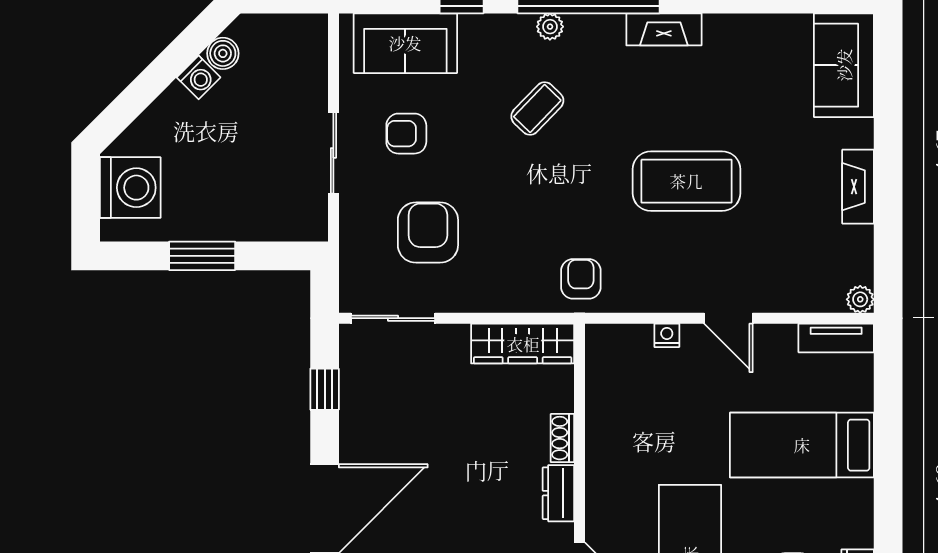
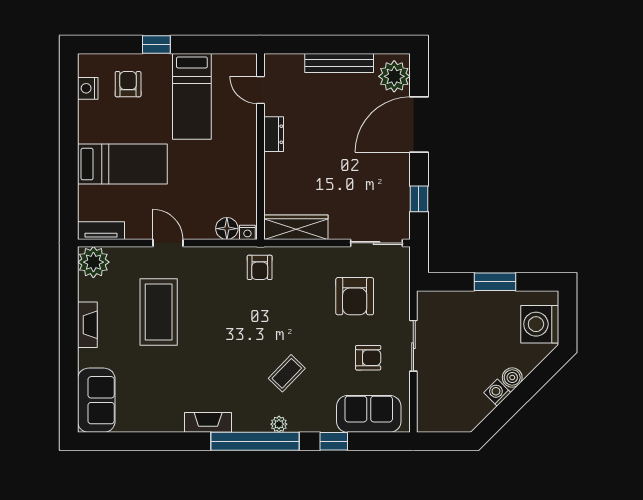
boiler: (223, 53) -> (512, 378), moved
coffee table: (686, 181) -> (159, 312), moved, turned 90
plant: (860, 299) -> (93, 262), width x1.87, depth x1.87
nightstand: (667, 335) -> (247, 232), moved
floor lamp: (634, 341) -> (227, 229), added
shoe rack: (562, 438) -> (271, 168), removed

